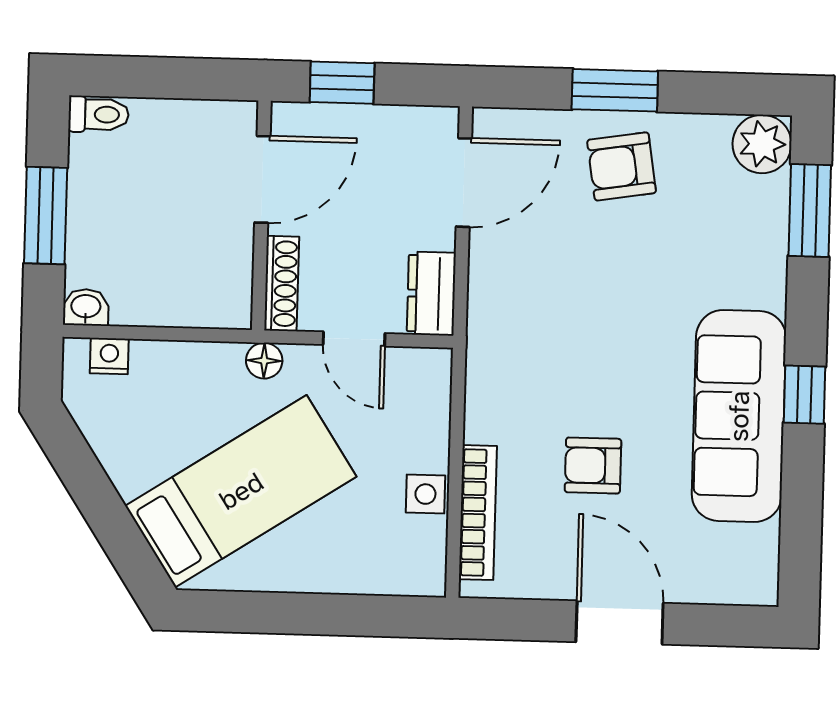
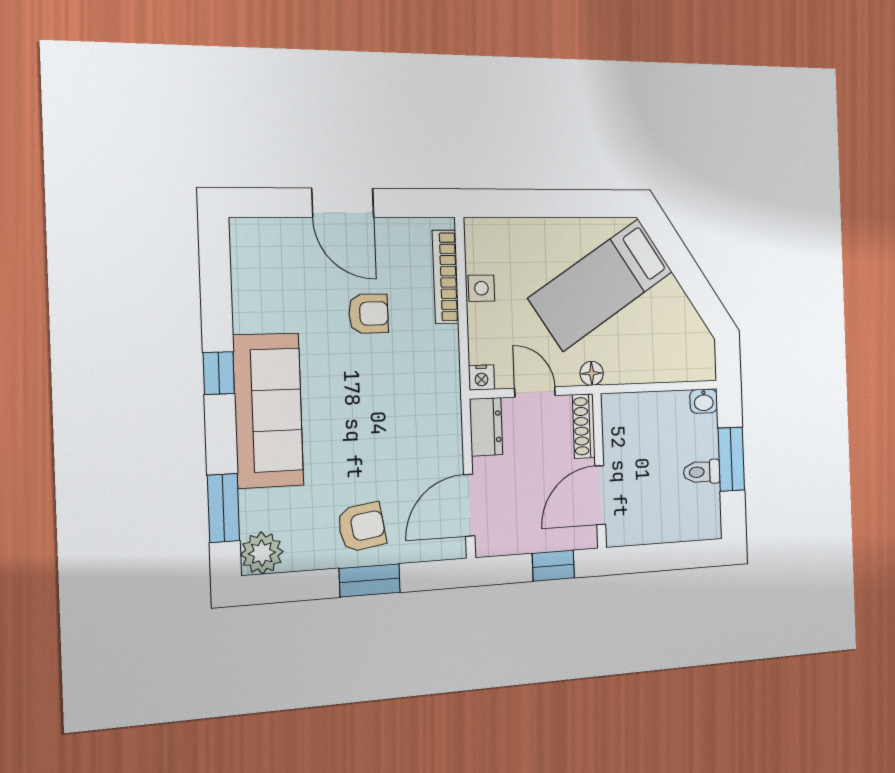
toilet: (99, 114) -> (702, 472), moved
nightstand: (109, 356) -> (481, 378), moved
sofa: (739, 416) -> (268, 410), moved

